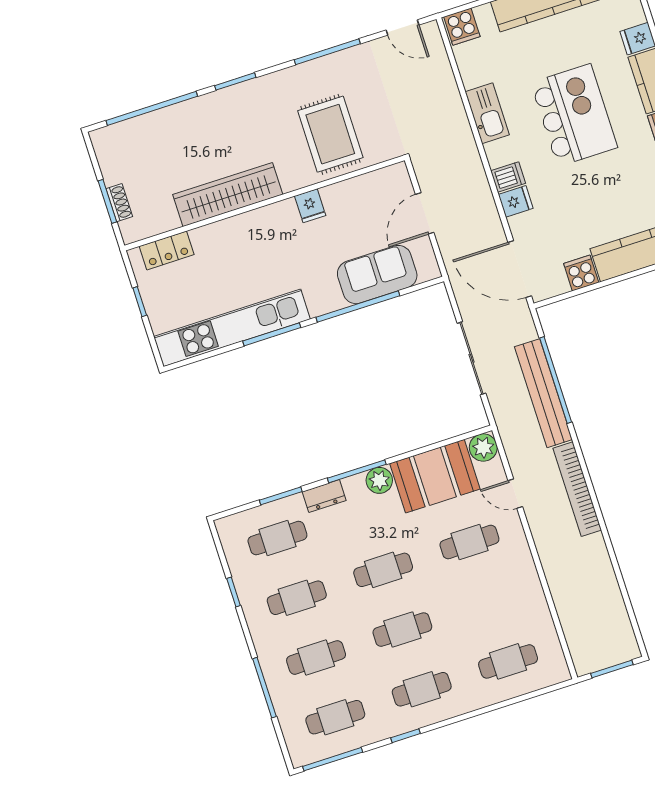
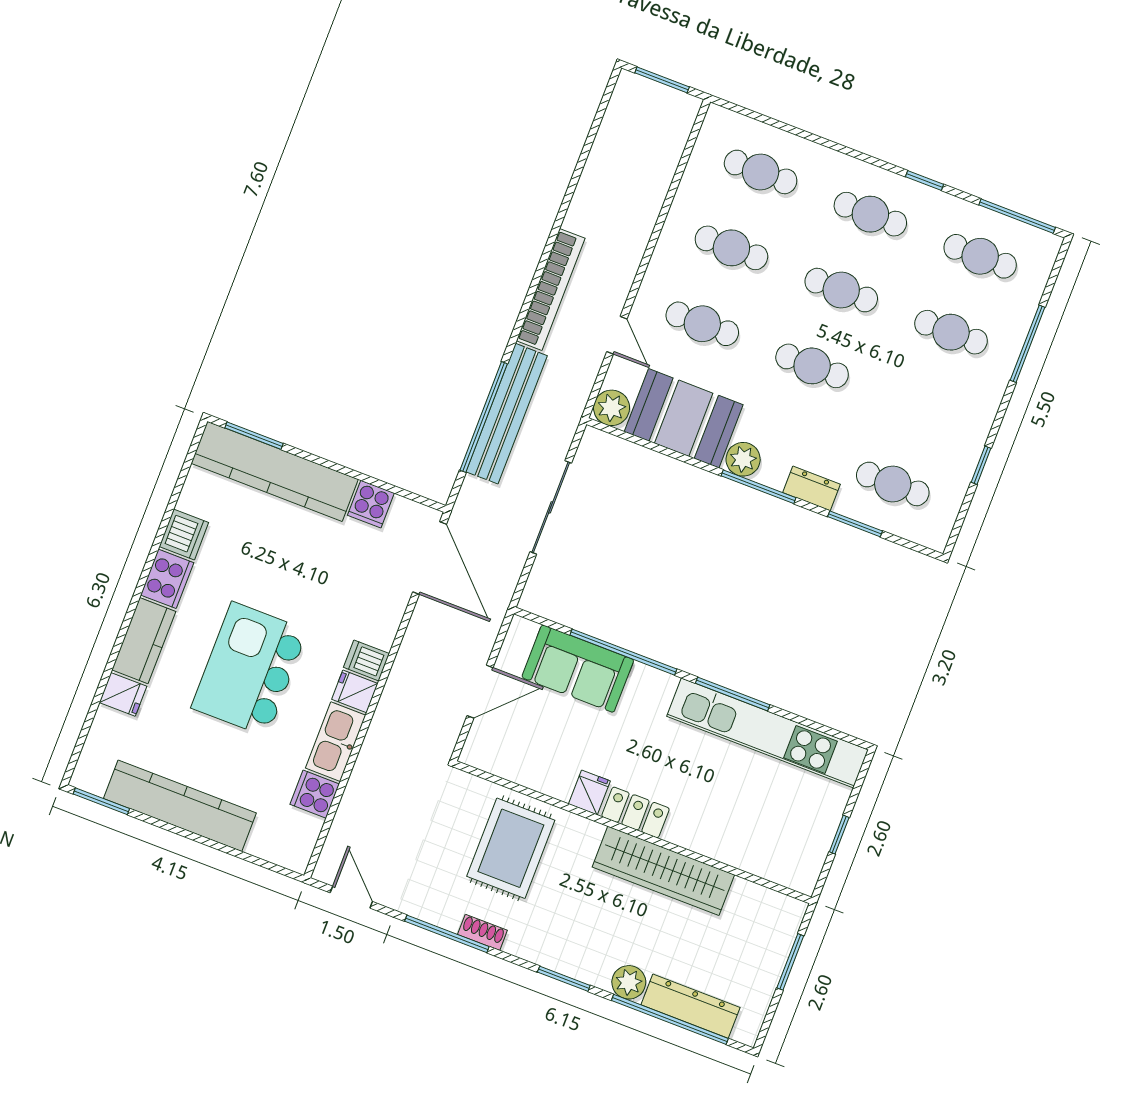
cooker: (462, 27) -> (315, 794), moved, turned -90
plant: (195, 111) -> (629, 982), added
dresser: (146, 126) -> (690, 1006), added
fridge: (516, 201) -> (355, 691), moved
shoe rack: (119, 203) -> (482, 932), moved, turned 90
locker: (167, 250) -> (635, 812), moved
cafe table: (297, 598) -> (731, 248), moved

